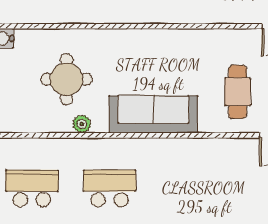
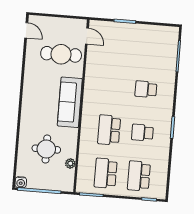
cafe table: (238, 92) -> (61, 54), width x1.37, depth x1.35
plant: (82, 124) -> (70, 163), moved

